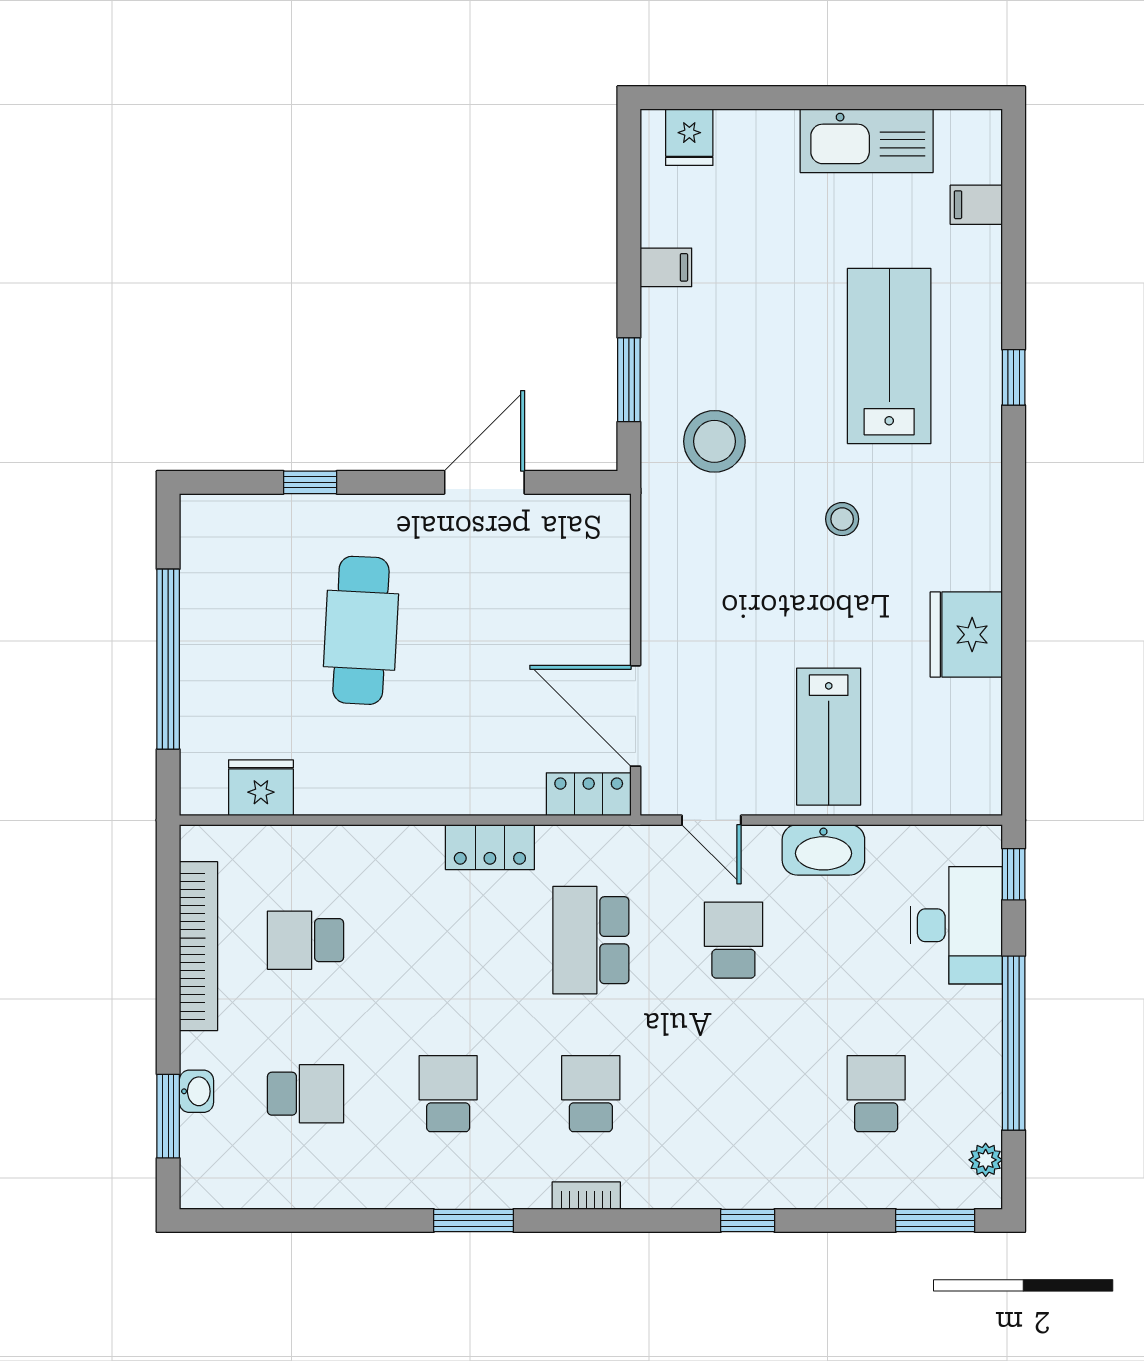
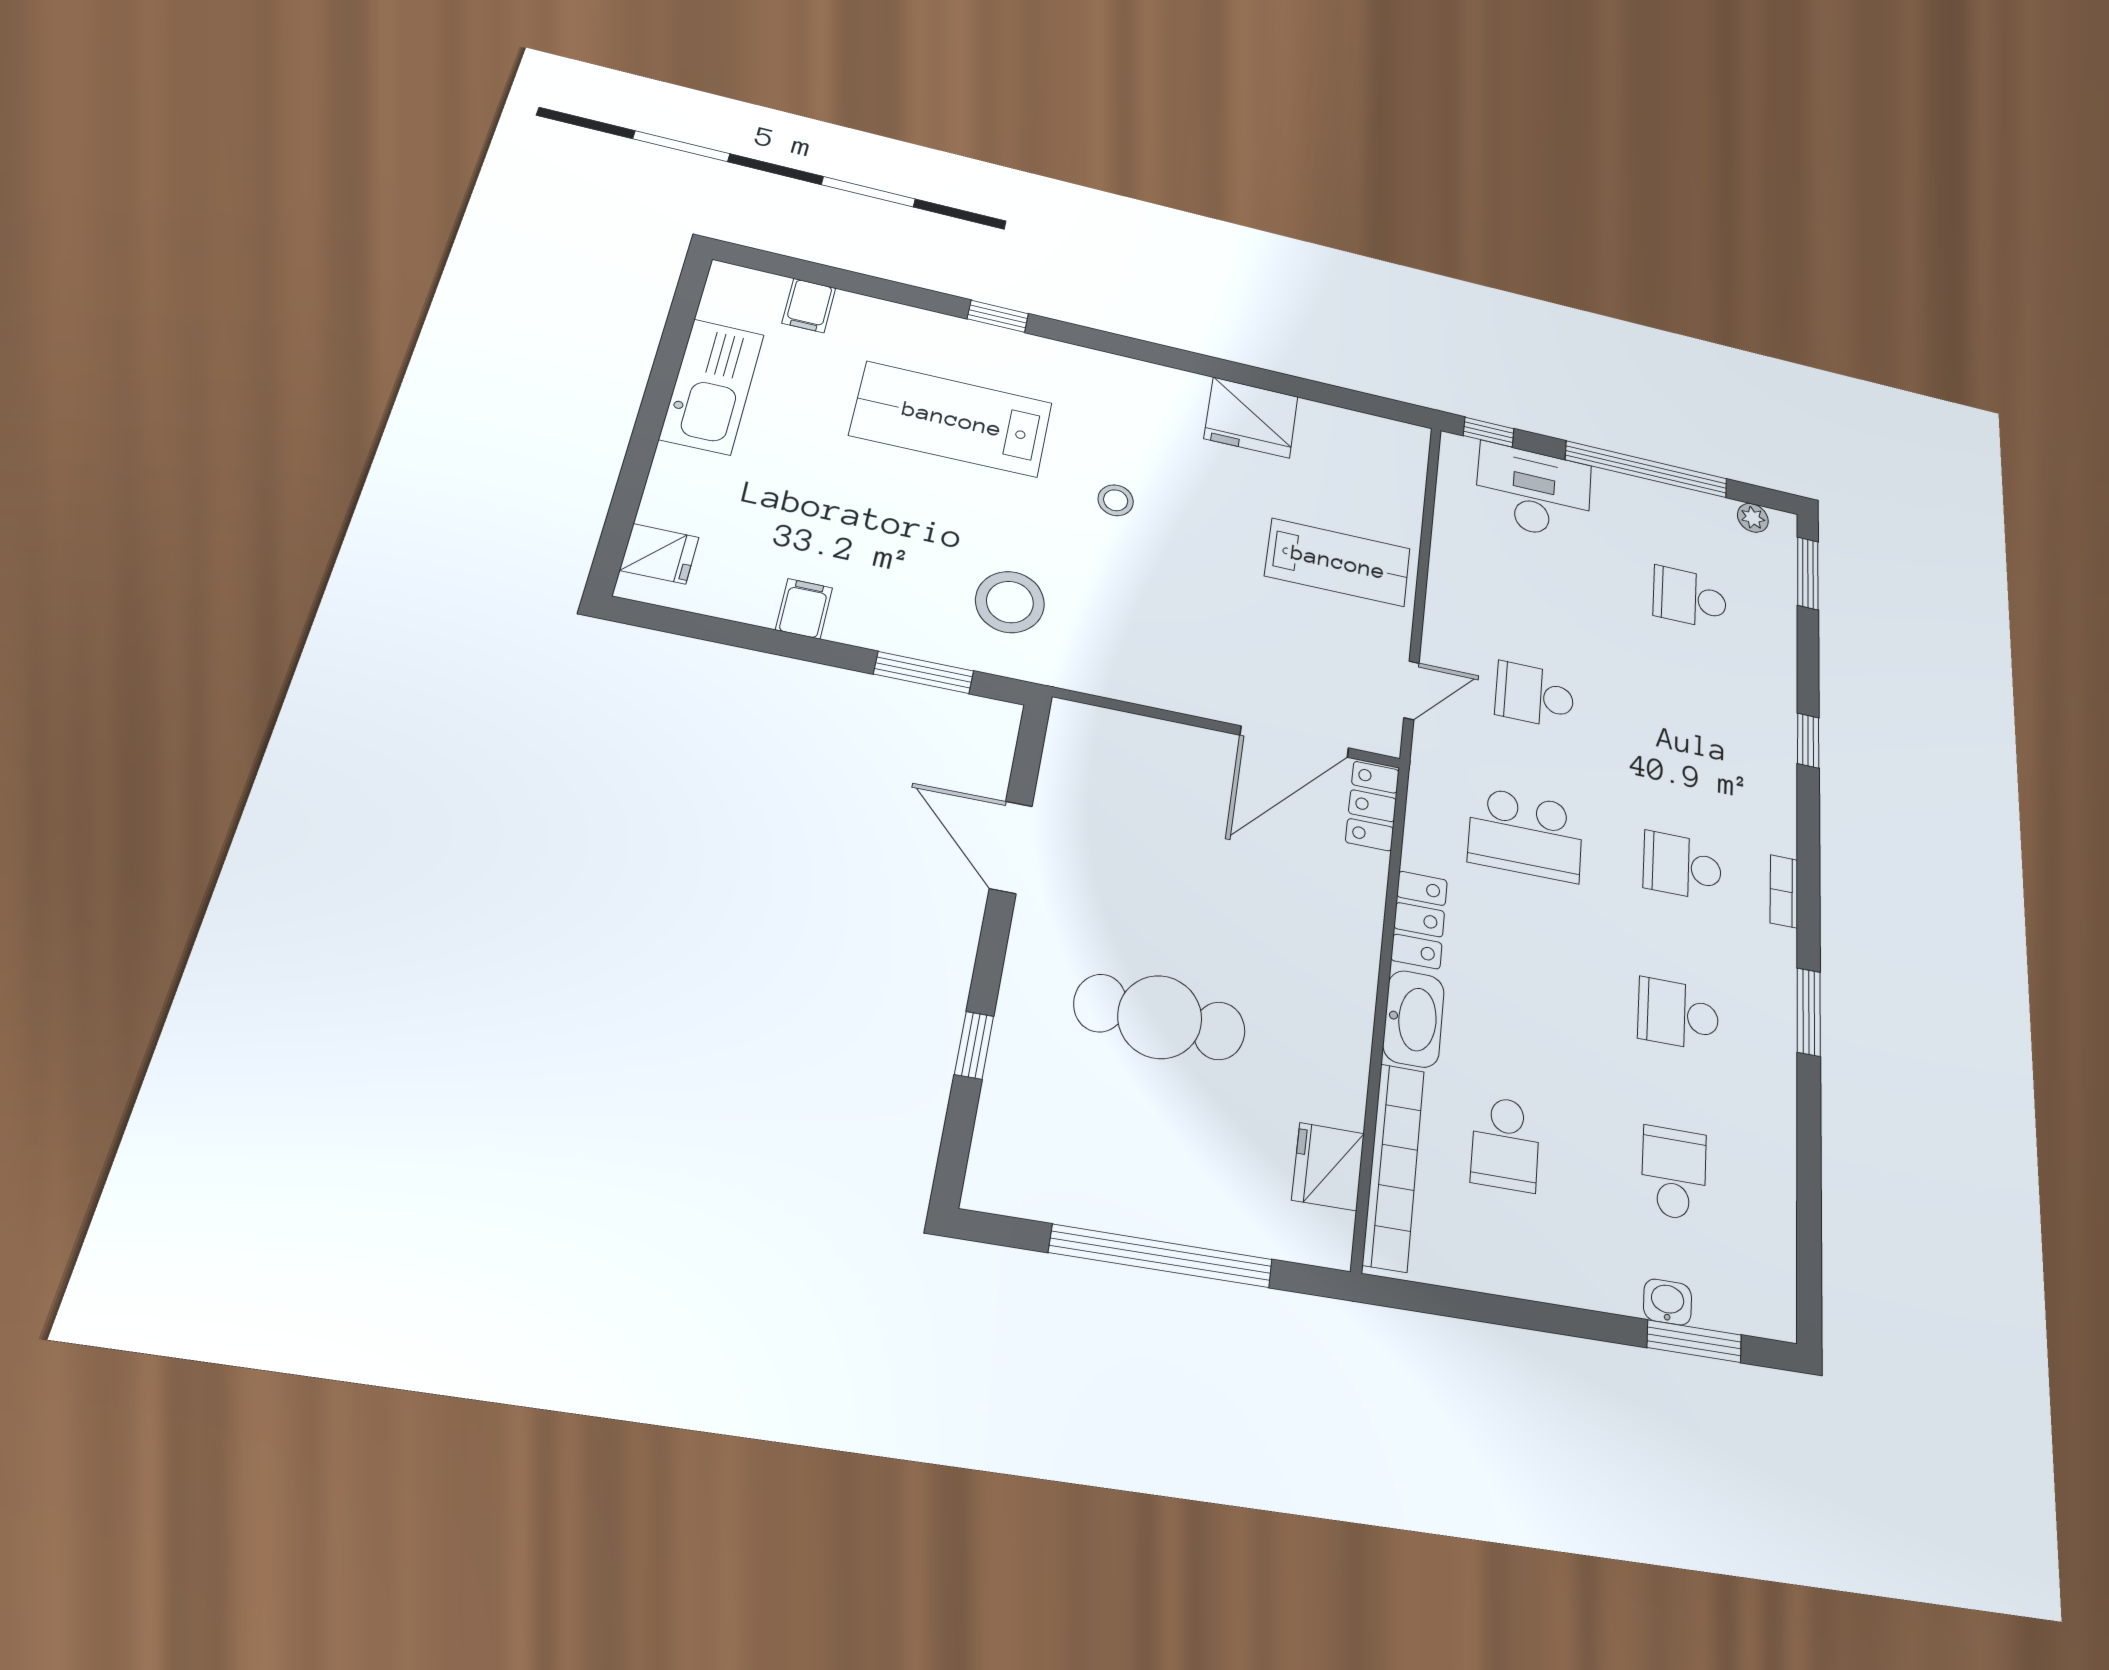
washbasin: (823, 850) -> (1414, 1019), moved
bookcase: (198, 946) -> (1394, 1166), moved, turned 90

